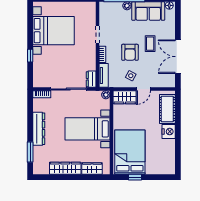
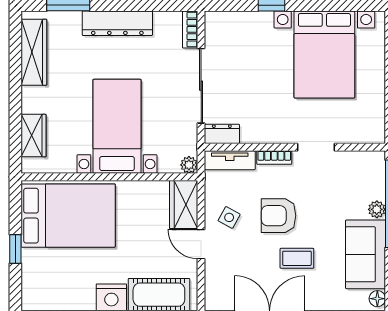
wardrobe: (65, 168) -> (34, 52), moved
window: (135, 177) -> (15, 249), moved

